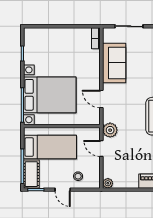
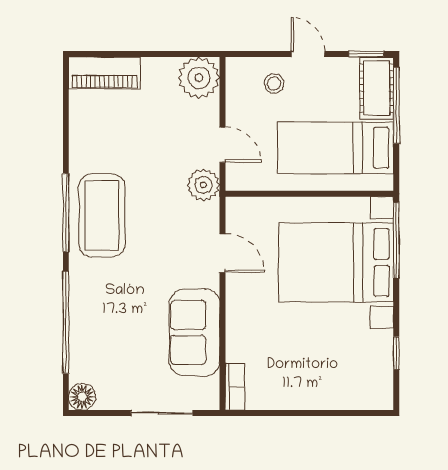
plant: (108, 183) -> (199, 78), width x1.87, depth x1.87

